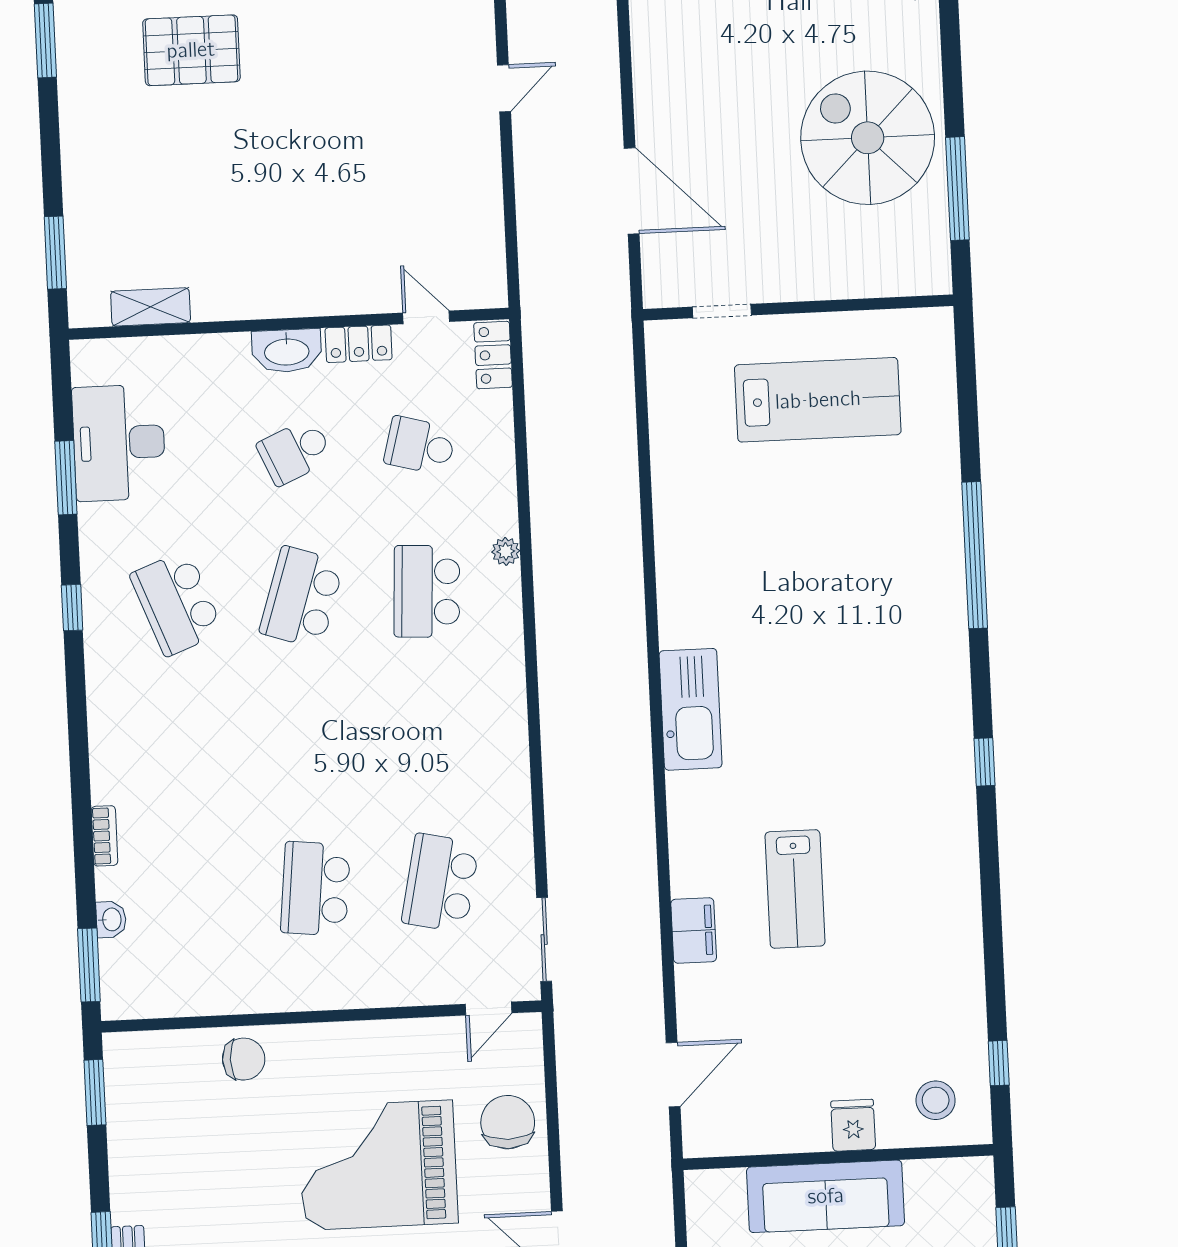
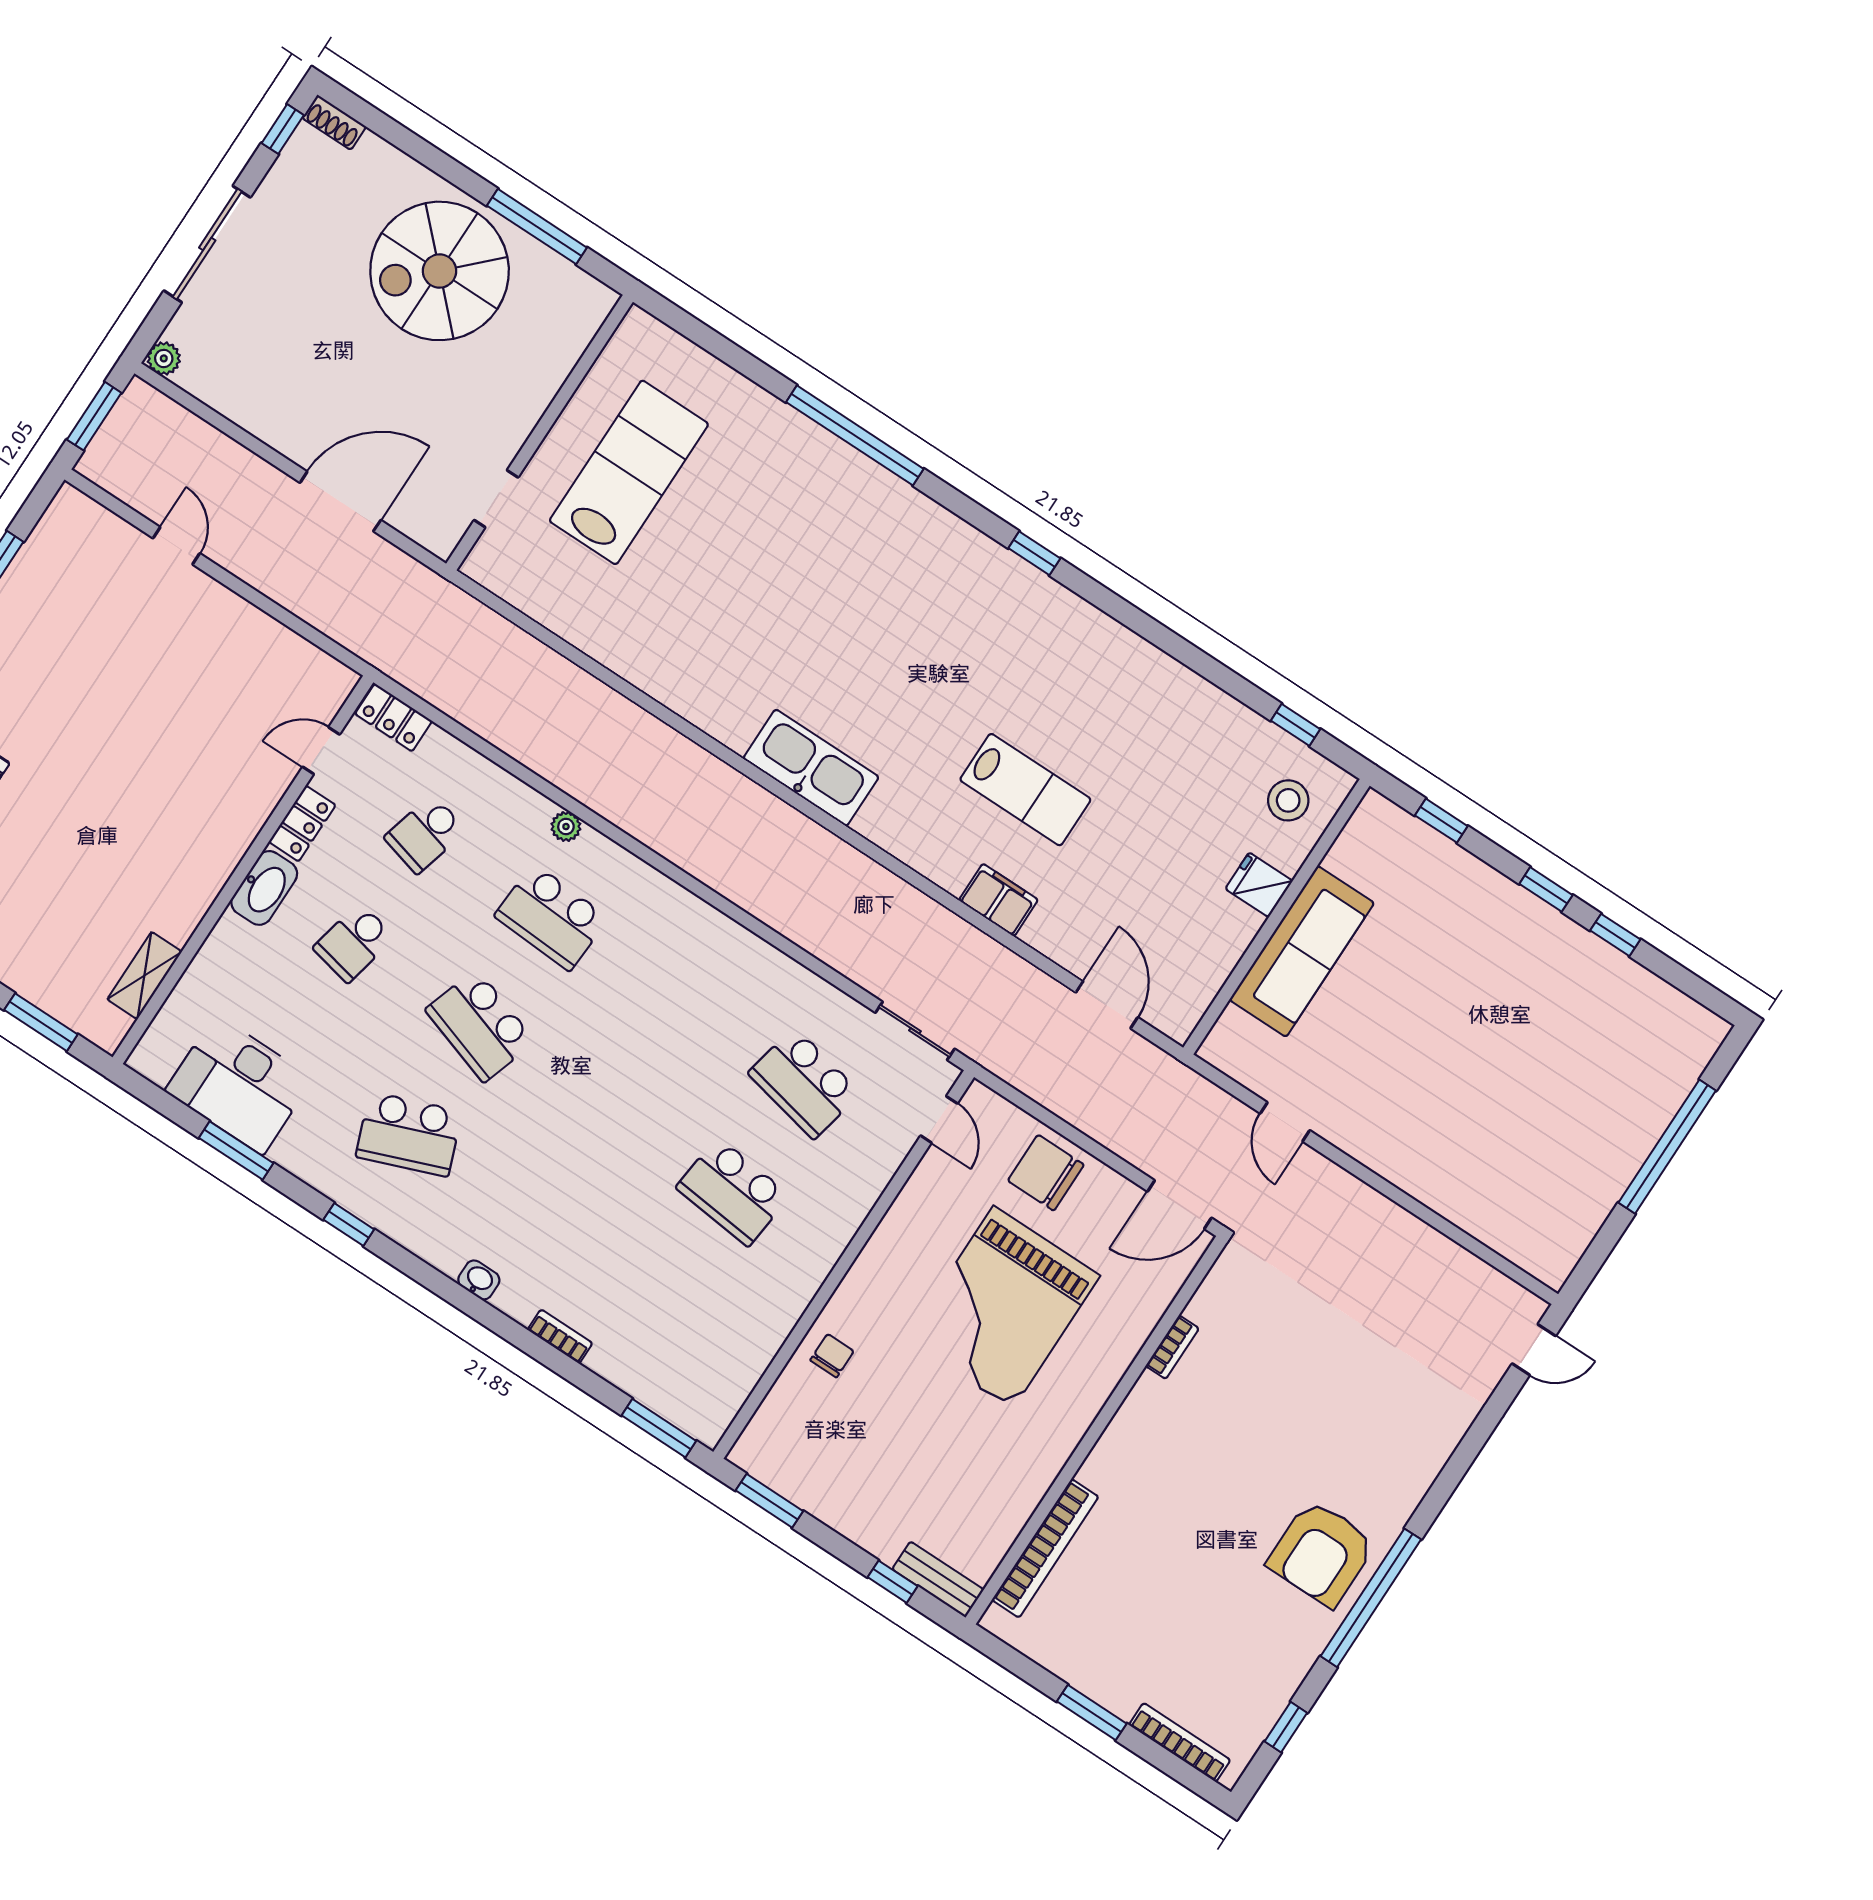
school desk: (295, 452) -> (354, 943), turned 36
washbasin: (111, 919) -> (479, 1280), moved
chair: (244, 1059) -> (832, 1356), width x0.73, depth x0.73

